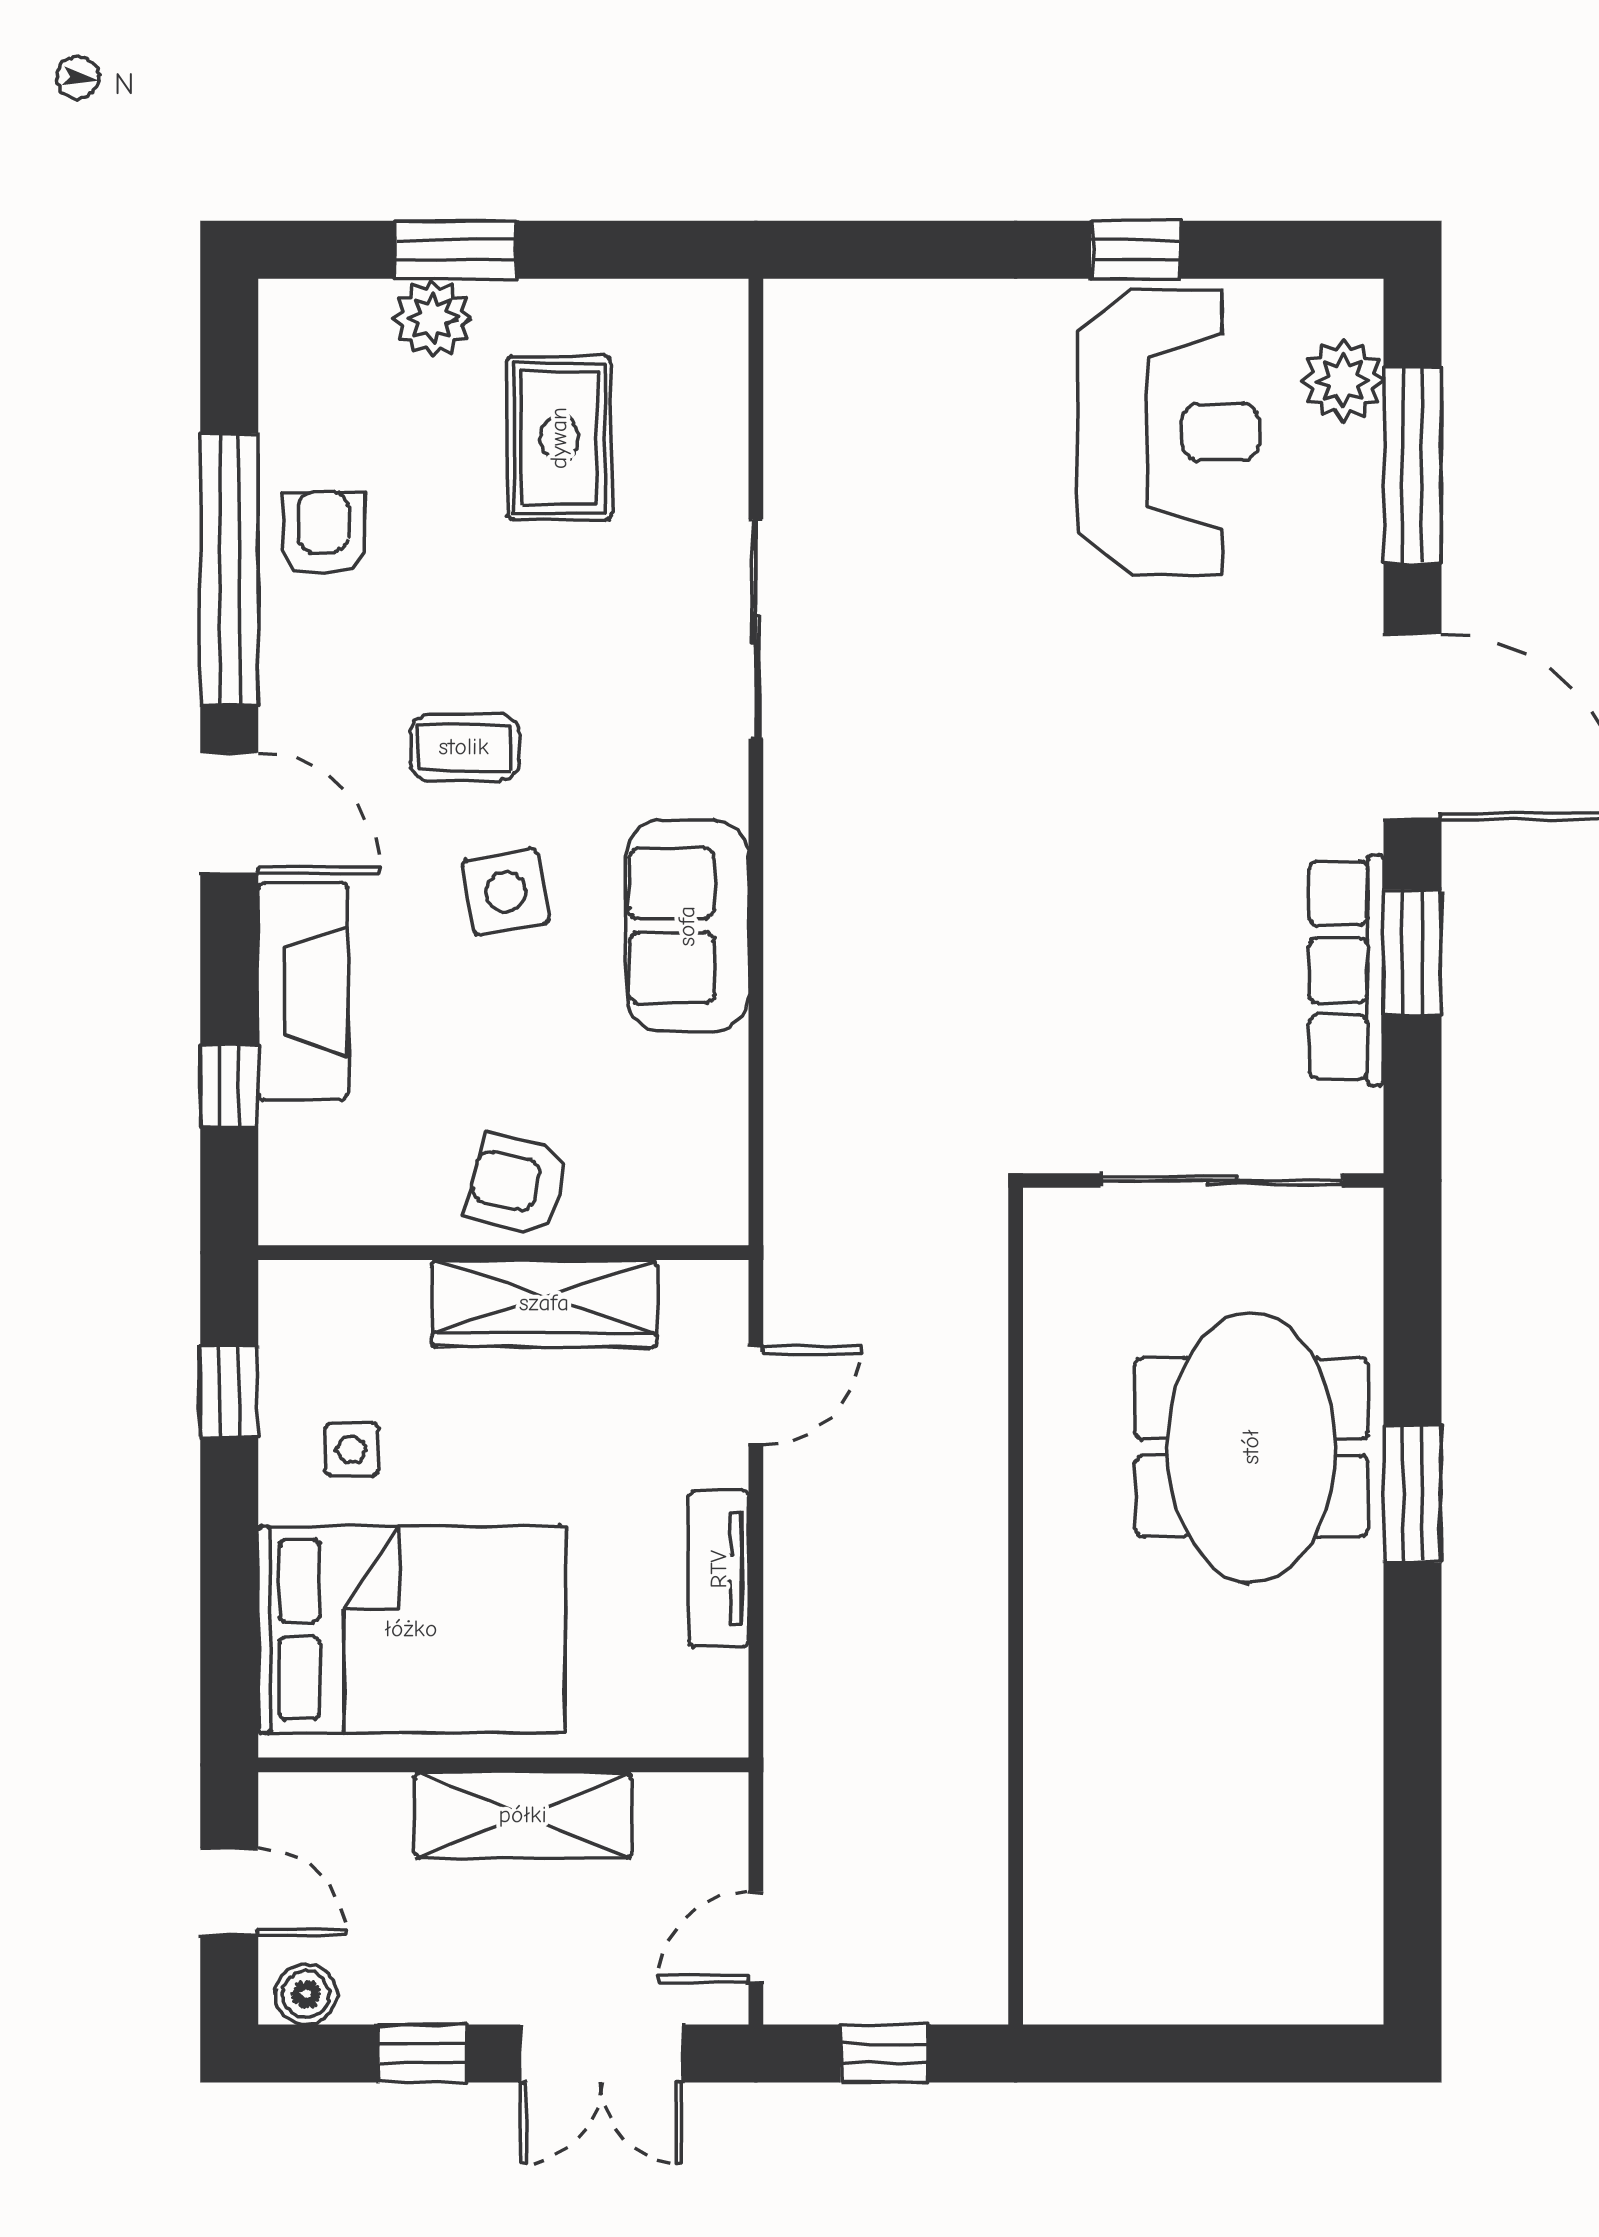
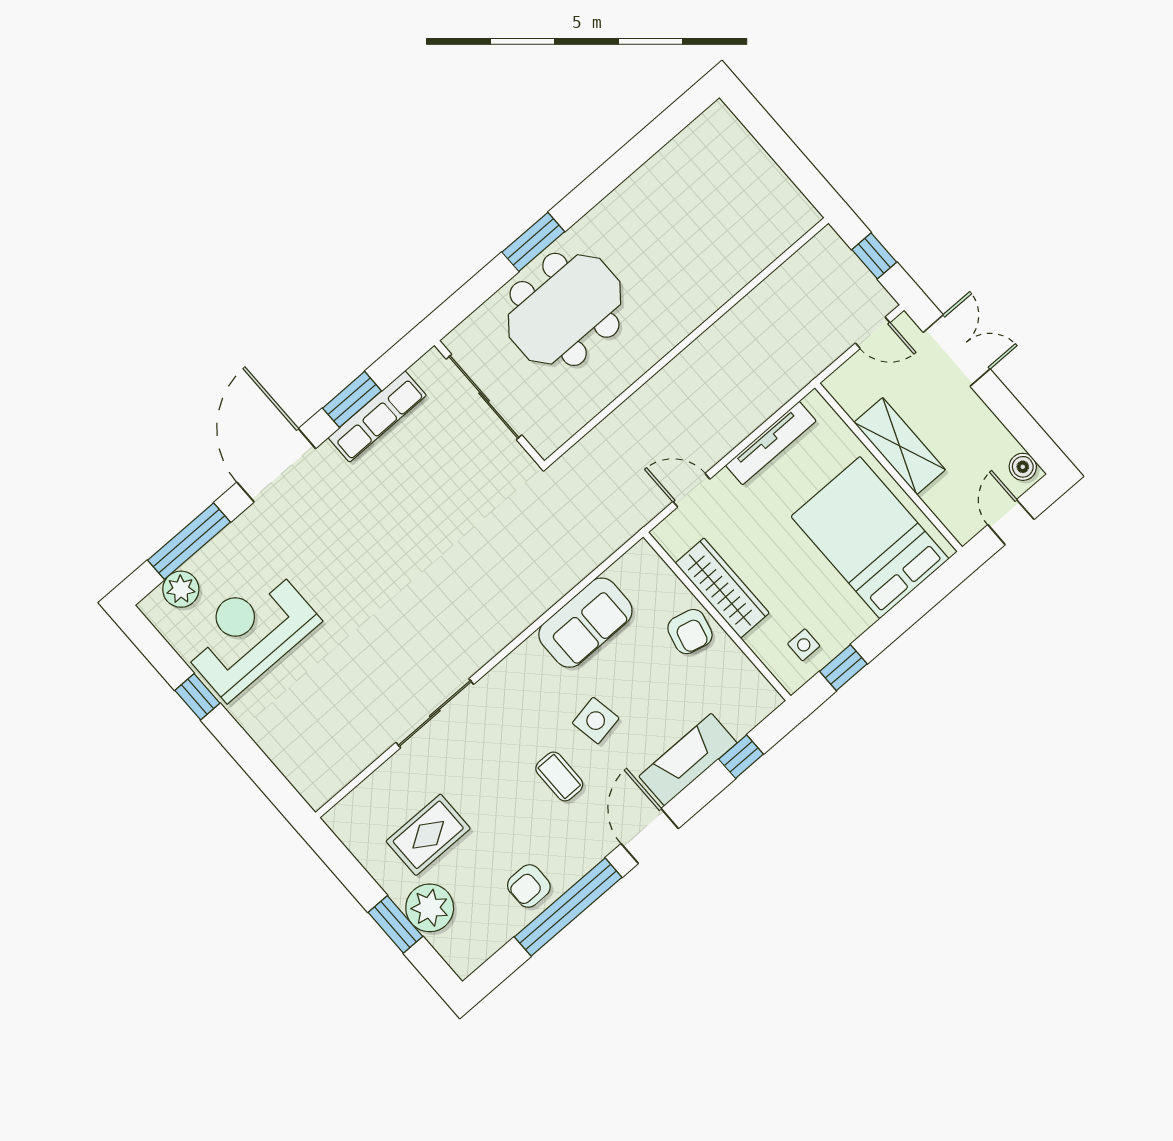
plant: (433, 318) -> (430, 908), width x1.36, depth x1.36
sofa: (687, 926) -> (585, 623), moved
side table: (351, 1450) -> (804, 645), moved
tv unit: (719, 1569) -> (771, 443), width x1.41
window: (423, 2054) -> (1009, 410), removed

